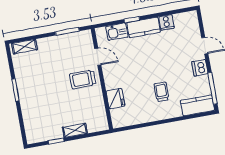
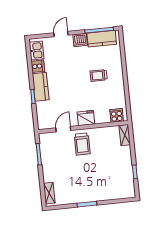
kitchen sink: (117, 32) -> (37, 51), moved
fridge: (115, 99) -> (86, 118), moved
kitchen counter: (197, 105) -> (102, 39), moved, turned -90
cooker: (118, 116) -> (117, 115), added
shelving: (75, 130) -> (125, 135), moved

